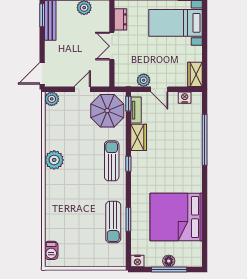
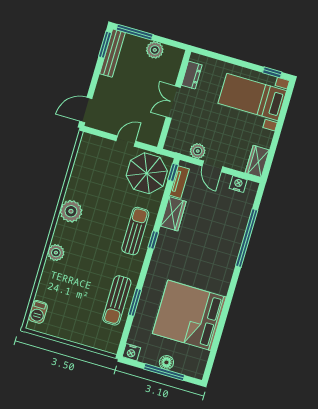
plant: (52, 99) -> (56, 253), moved

